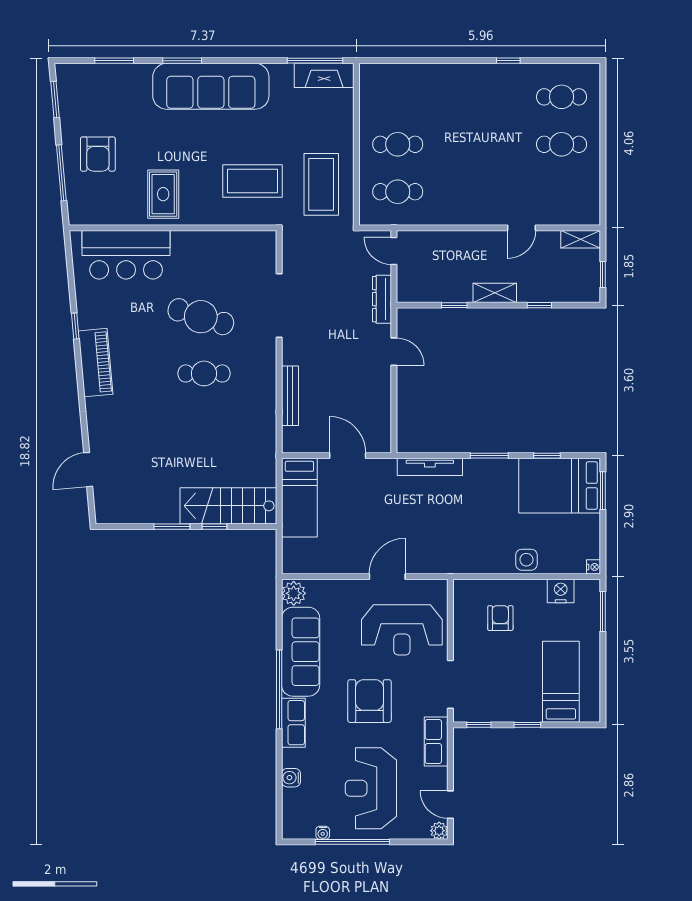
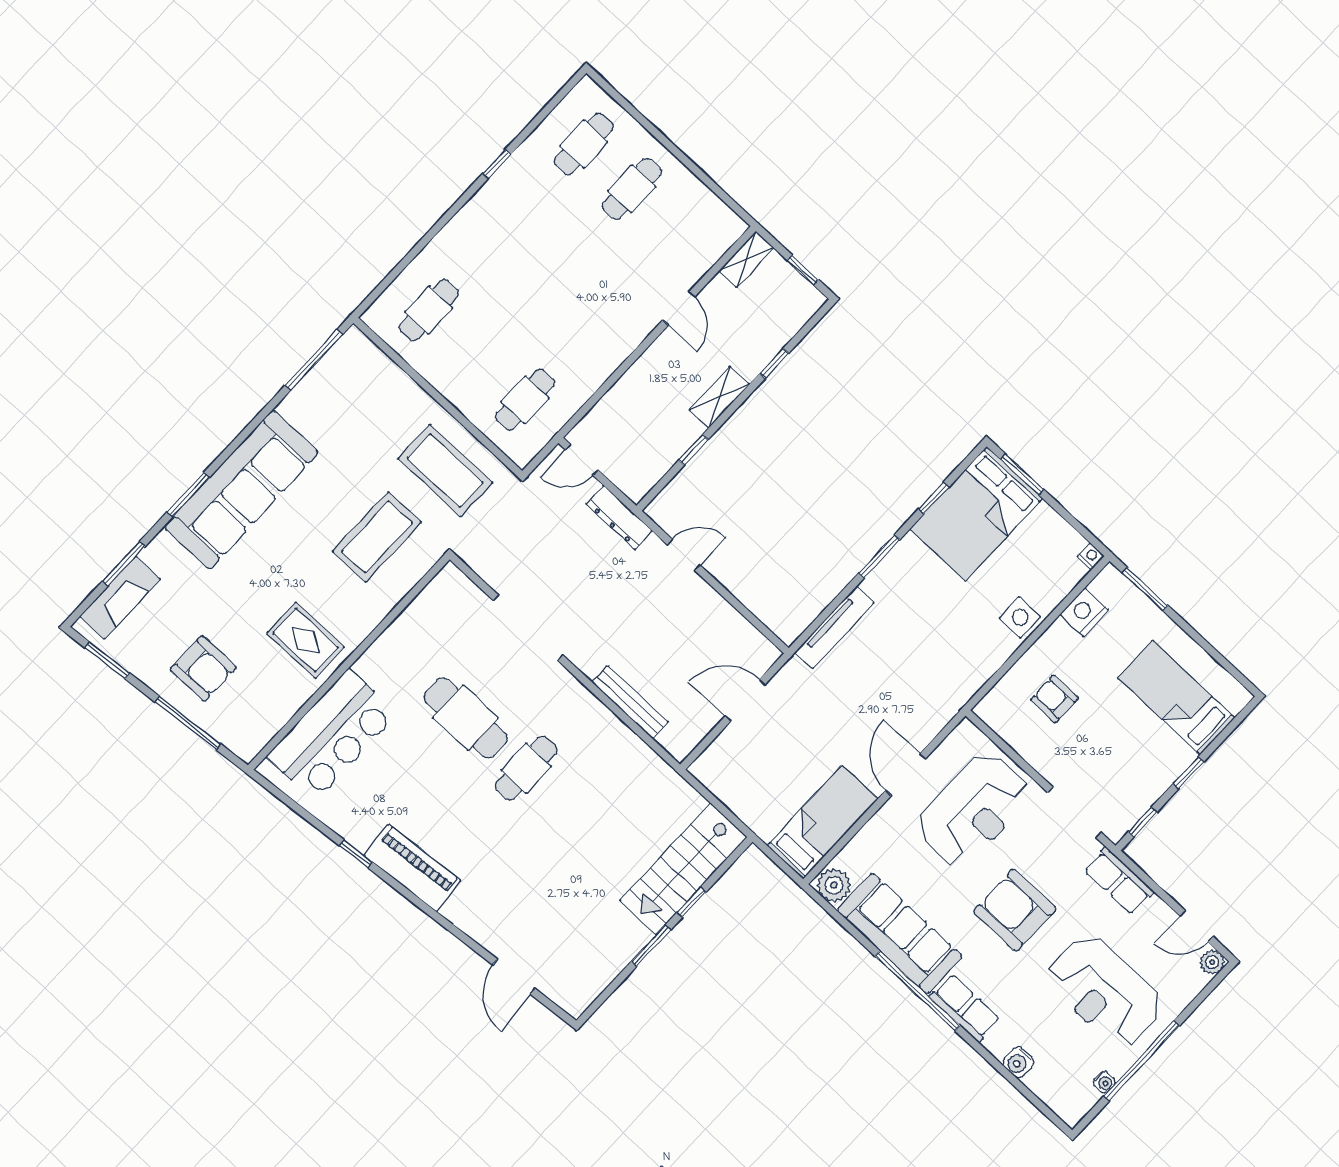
fireplace: (324, 75) -> (120, 598), moved
cafe table: (398, 144) -> (429, 310), moved
cafe table: (201, 317) -> (466, 718), turned 73
bed: (299, 498) -> (822, 822), moved, turned -90

